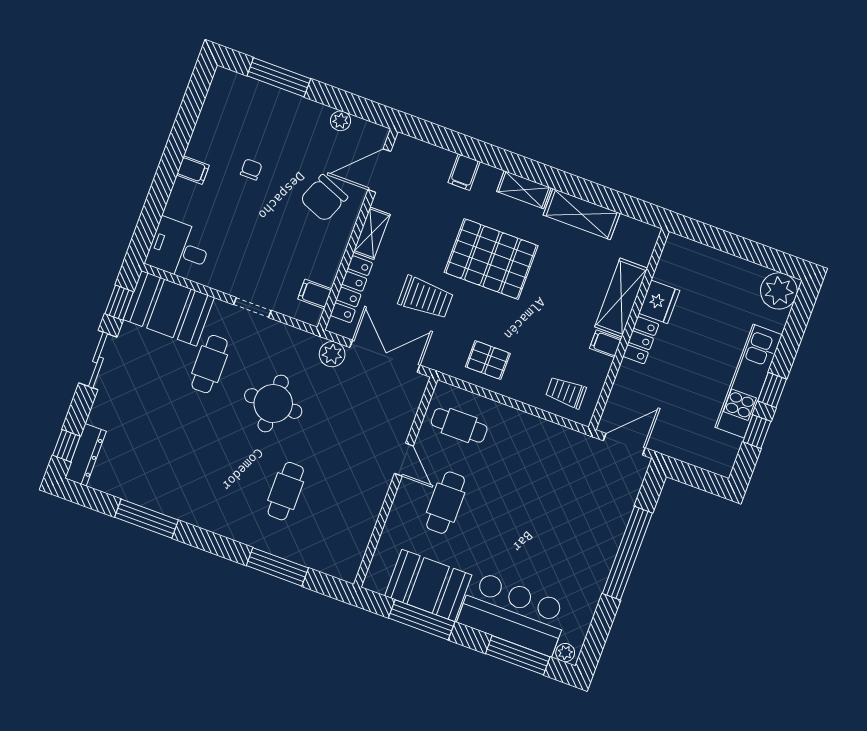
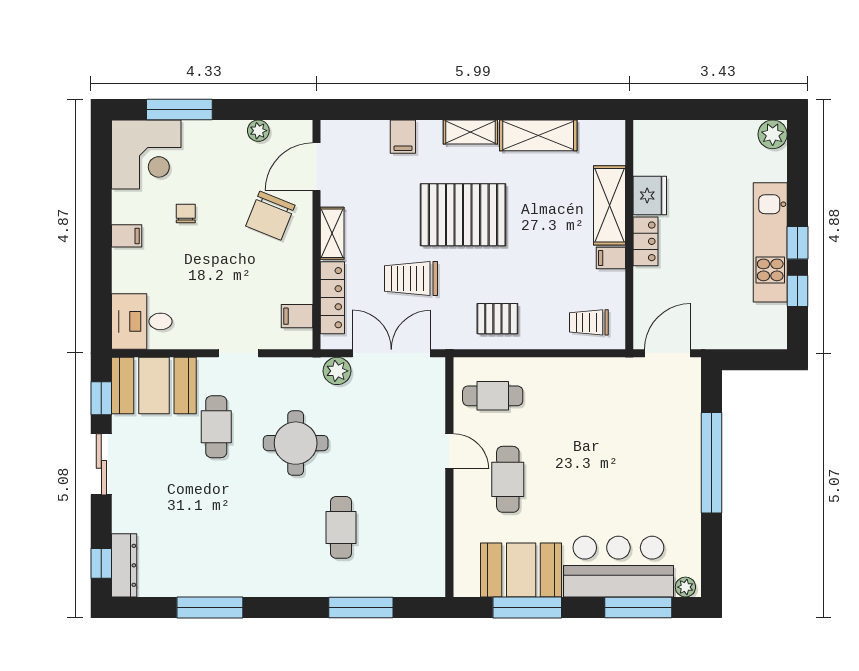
corner desk: (236, 106) -> (146, 154), added
plant: (779, 291) -> (773, 134), width x0.73, depth x0.73
trolley: (426, 298) -> (411, 278), turned 180

